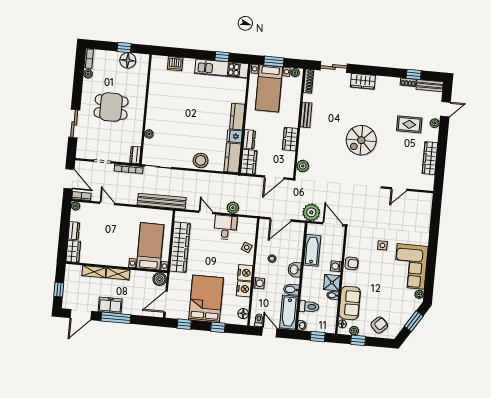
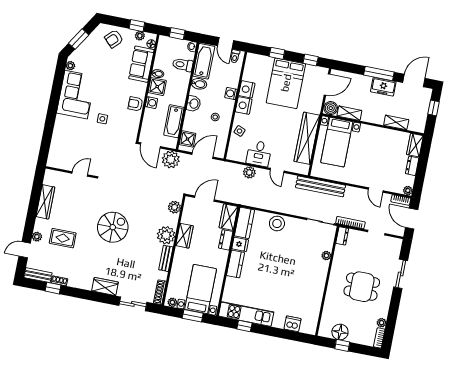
plant: (308, 138) -> (166, 235), added
shower: (297, 234) -> (188, 139), added
shelving: (118, 274) -> (349, 113), moved
floor lamp: (243, 314) -> (250, 65), removed

